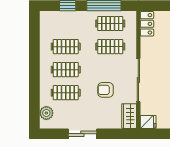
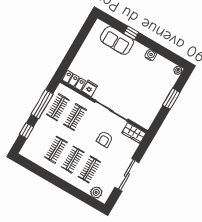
fridge: (148, 122) -> (90, 88), moved
sliding door: (82, 134) -> (127, 175), width x1.37

